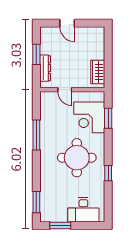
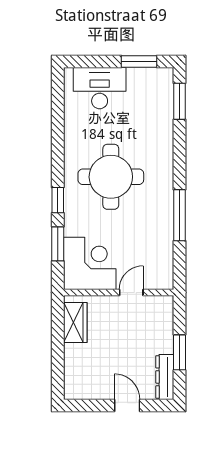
dresser: (45, 68) -> (165, 377), moved
door: (65, 90) -> (131, 292), hinge flipped
corner desk: (89, 117) -> (90, 263), moved
window: (108, 173) -> (58, 200), moved

